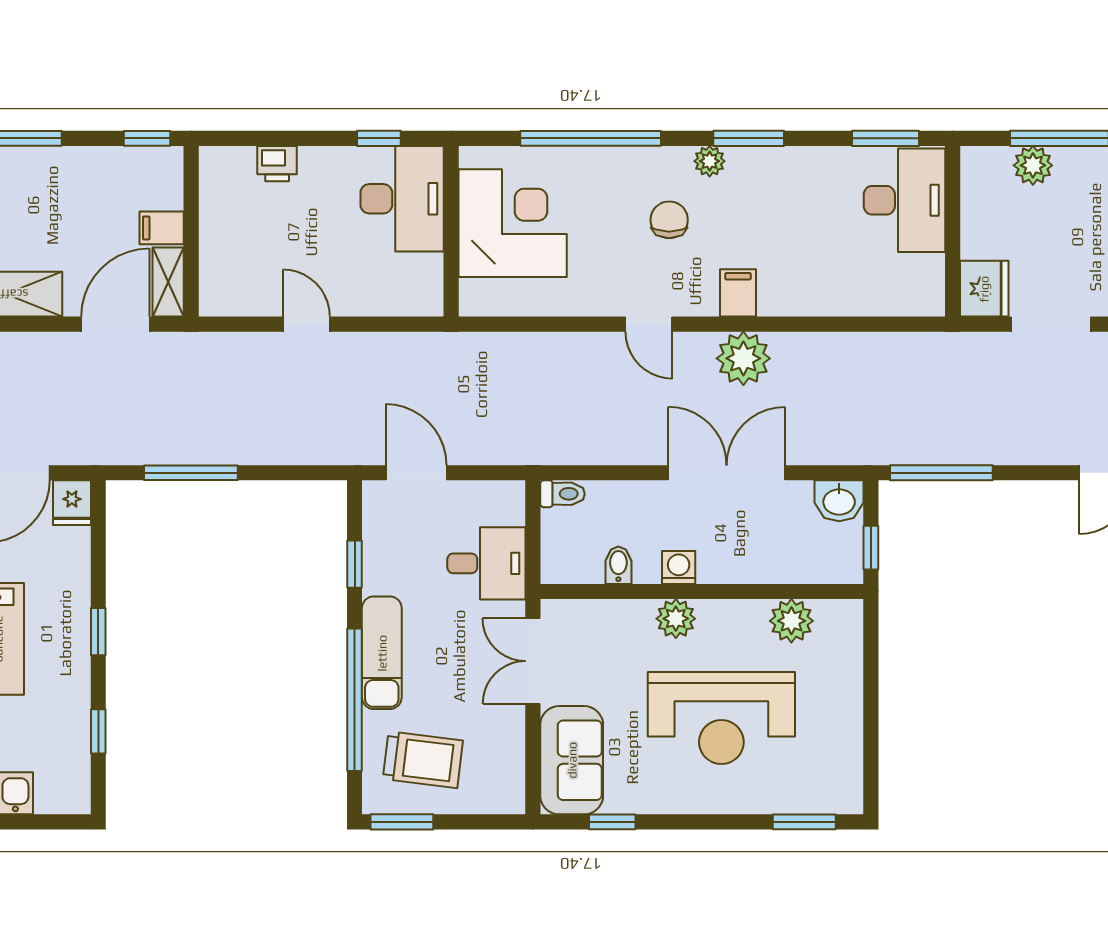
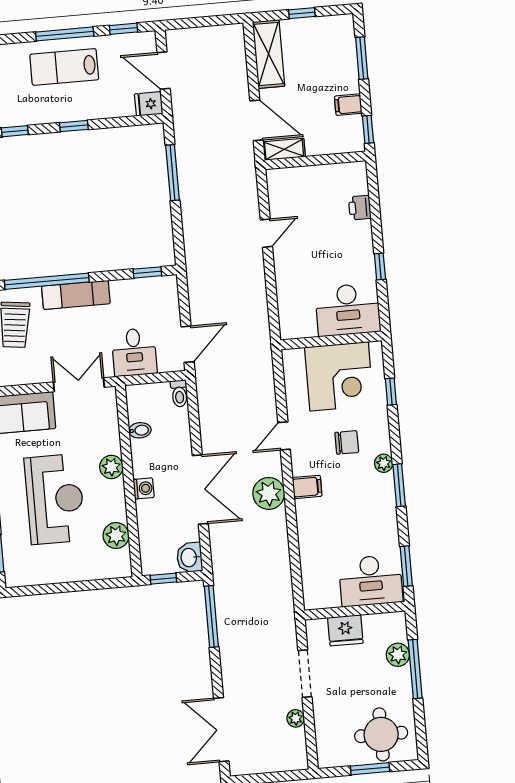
window: (591, 138) -> (391, 392), width x0.32
desk: (402, 199) -> (348, 310), moved
corner desk: (513, 223) -> (339, 376), moved
filing cabinet: (162, 228) -> (348, 105), moved, turned -90
wall: (451, 231) -> (331, 340), moved
fridge: (984, 289) -> (345, 630), moved
door: (416, 473) -> (188, 344), moved
window: (355, 564) -> (147, 272), moved
washing machine: (679, 568) -> (144, 488), moved
reception desk: (721, 718) -> (55, 499), turned 180

